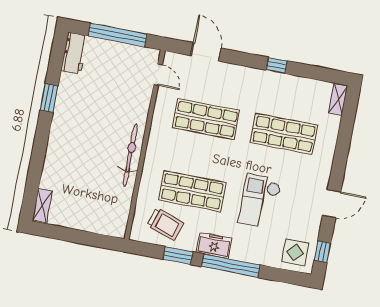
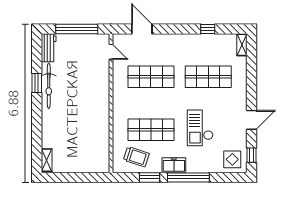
window: (277, 65) -> (208, 29), moved
bicycle: (130, 155) -> (49, 86), moved, turned 180

